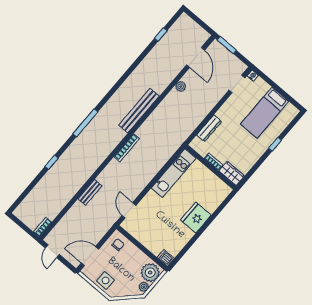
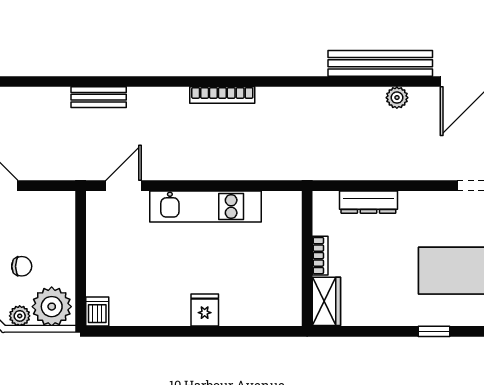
bench: (139, 111) -> (380, 63), moved
kitchen unit: (174, 173) -> (205, 207), moved
fridge: (196, 218) -> (205, 310), width x0.53, depth x0.75
chair: (118, 245) -> (22, 266), moved

